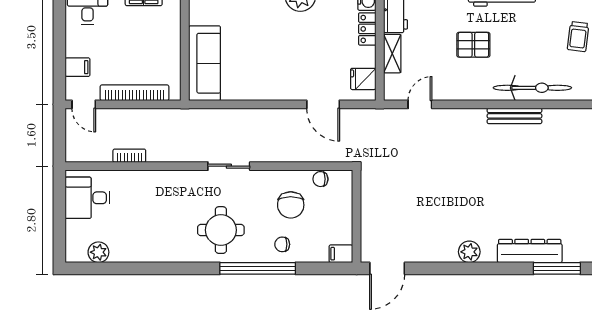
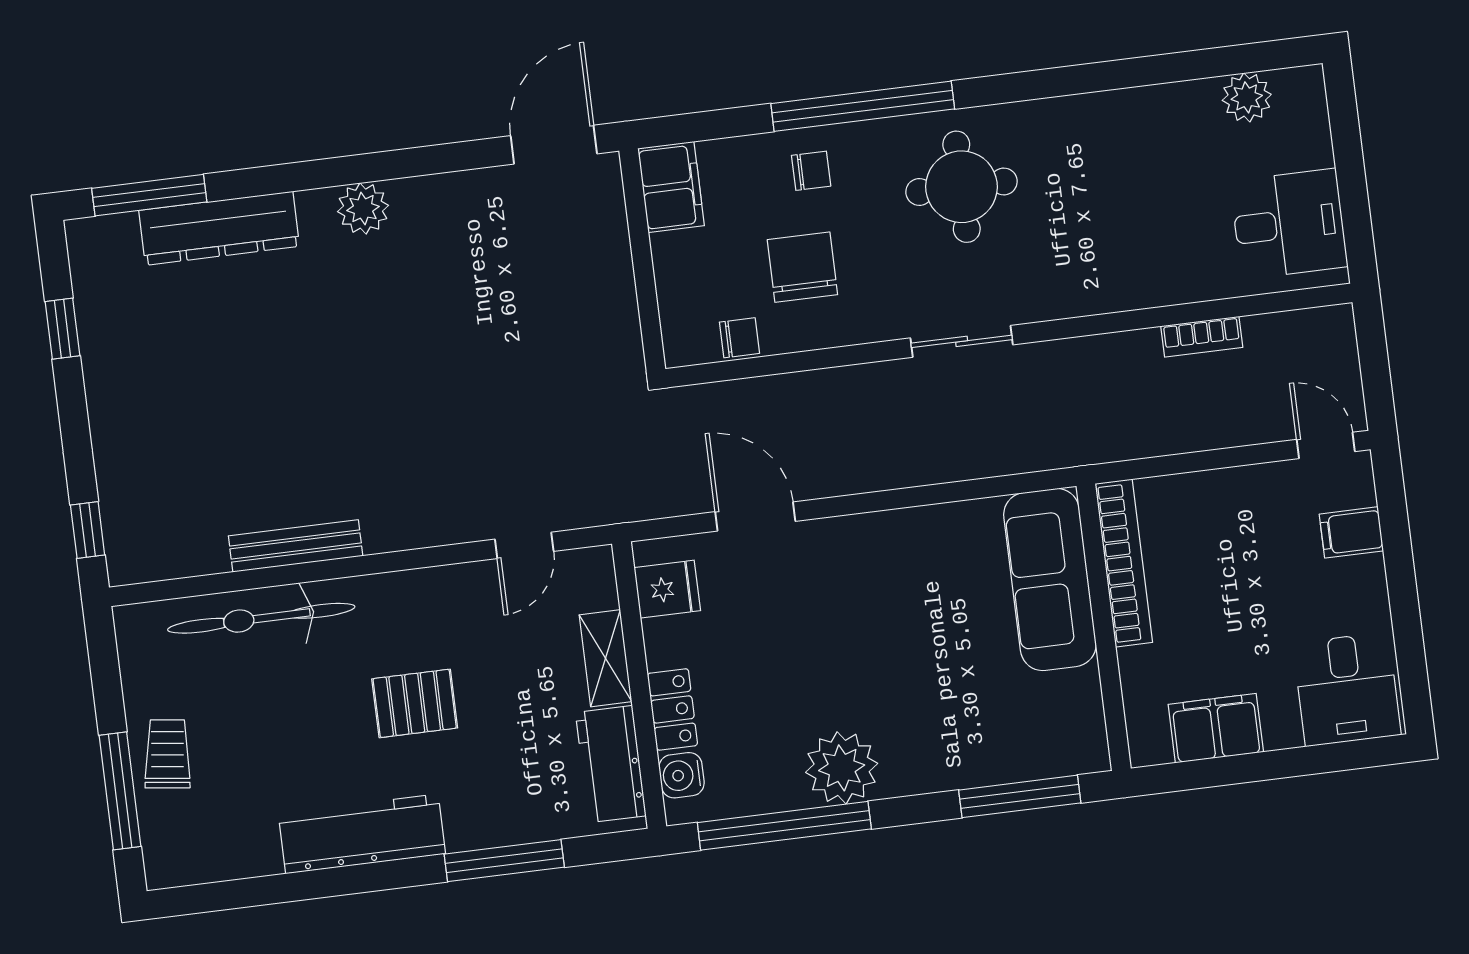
bookcase: (135, 93) -> (1124, 563), moved, turned -90
filing cabinet: (341, 254) -> (671, 187), width x2.00

